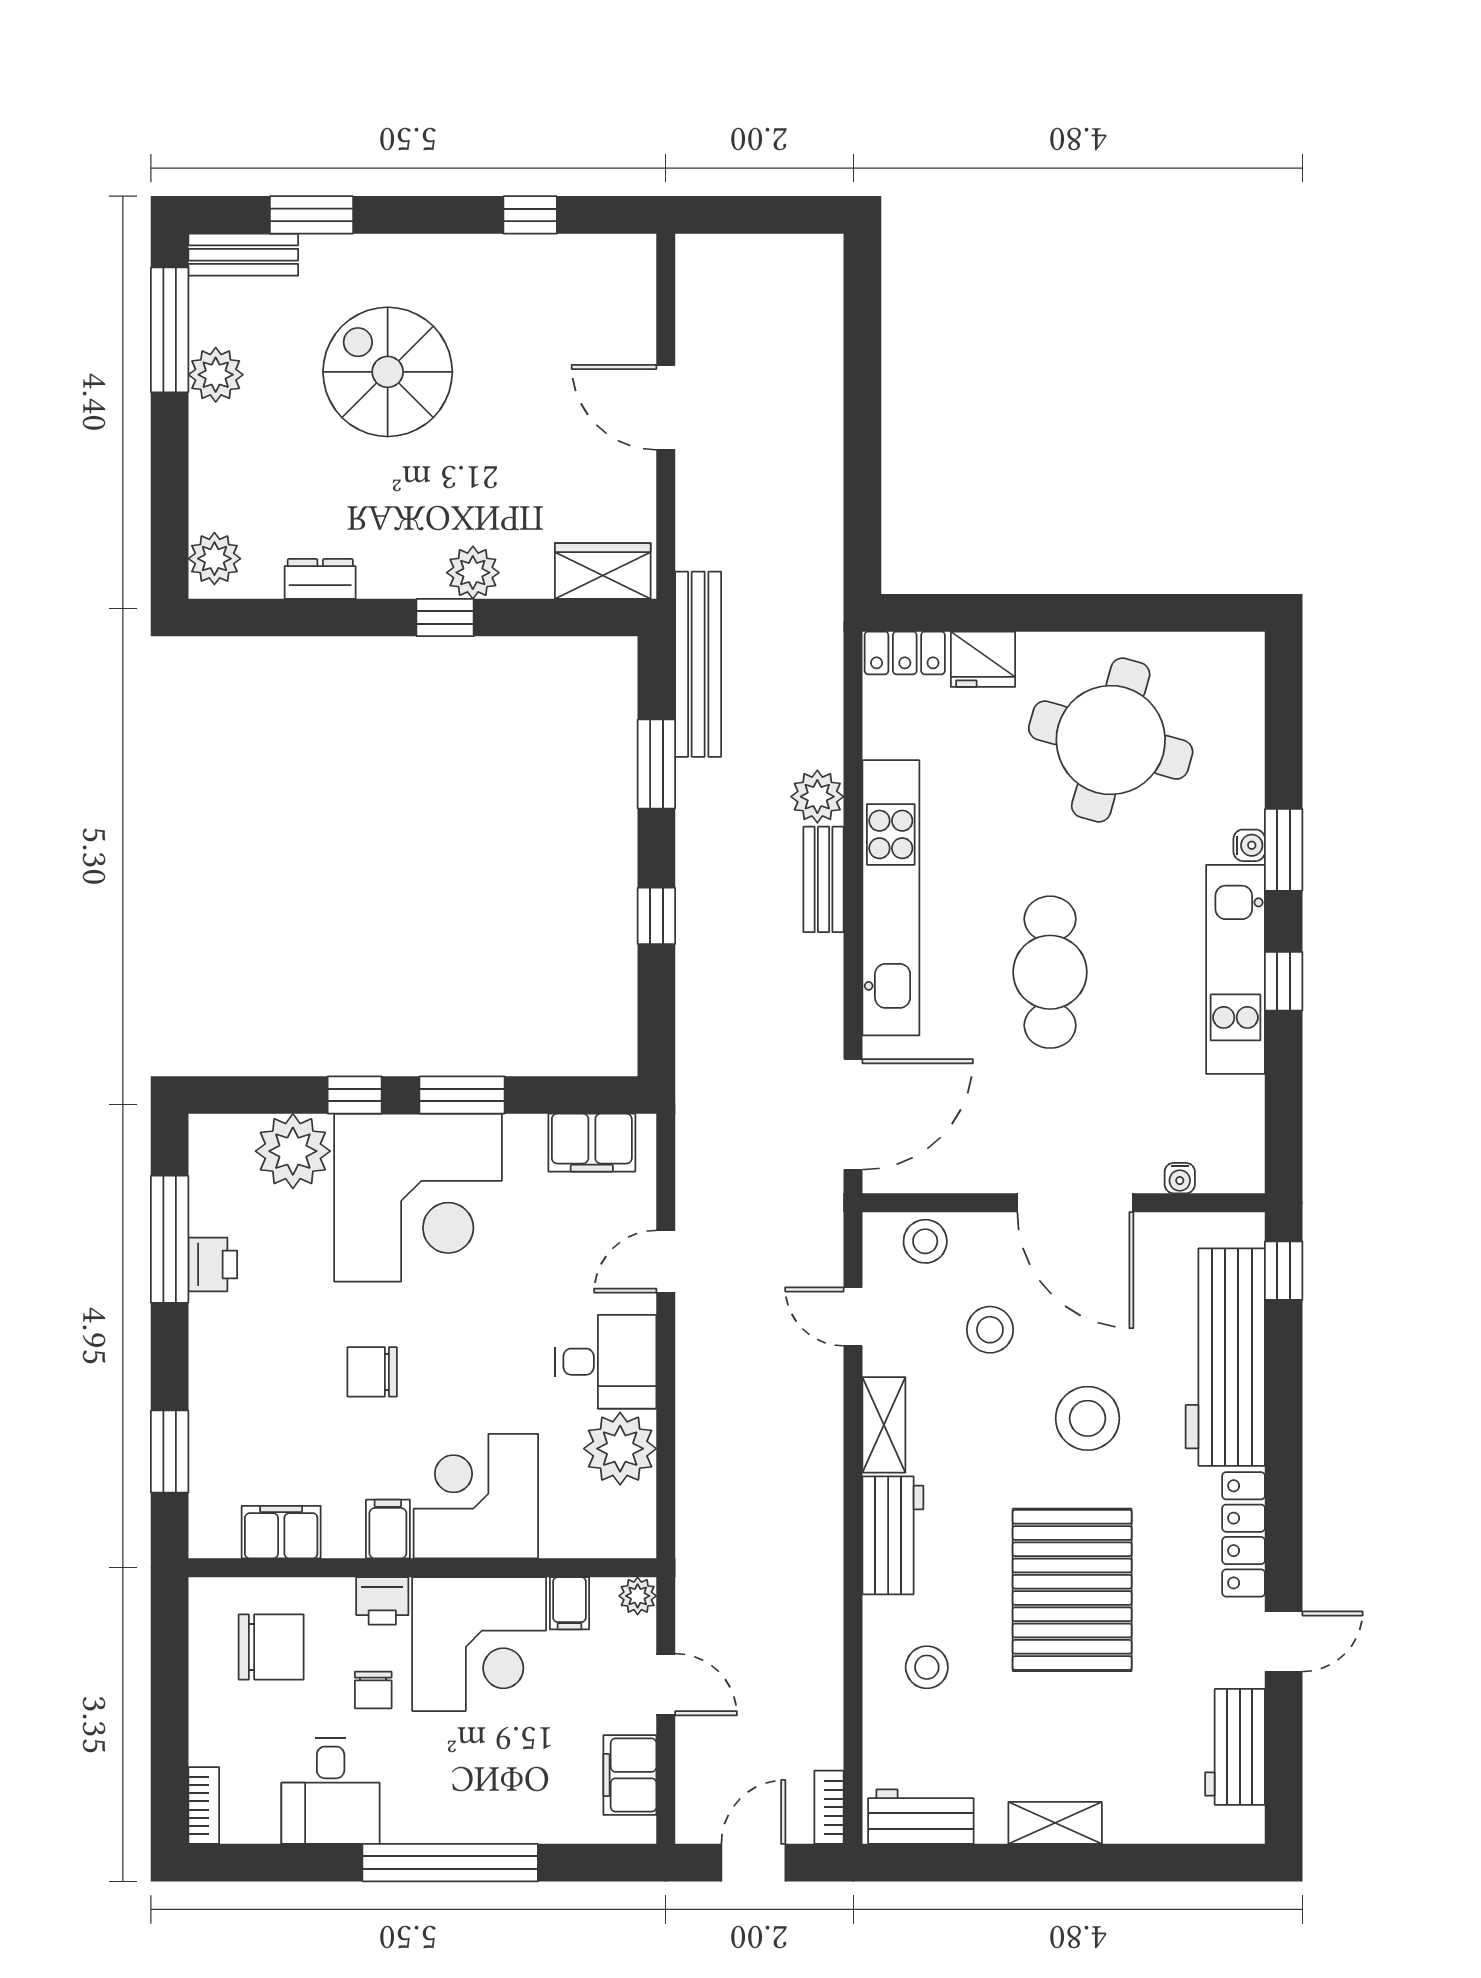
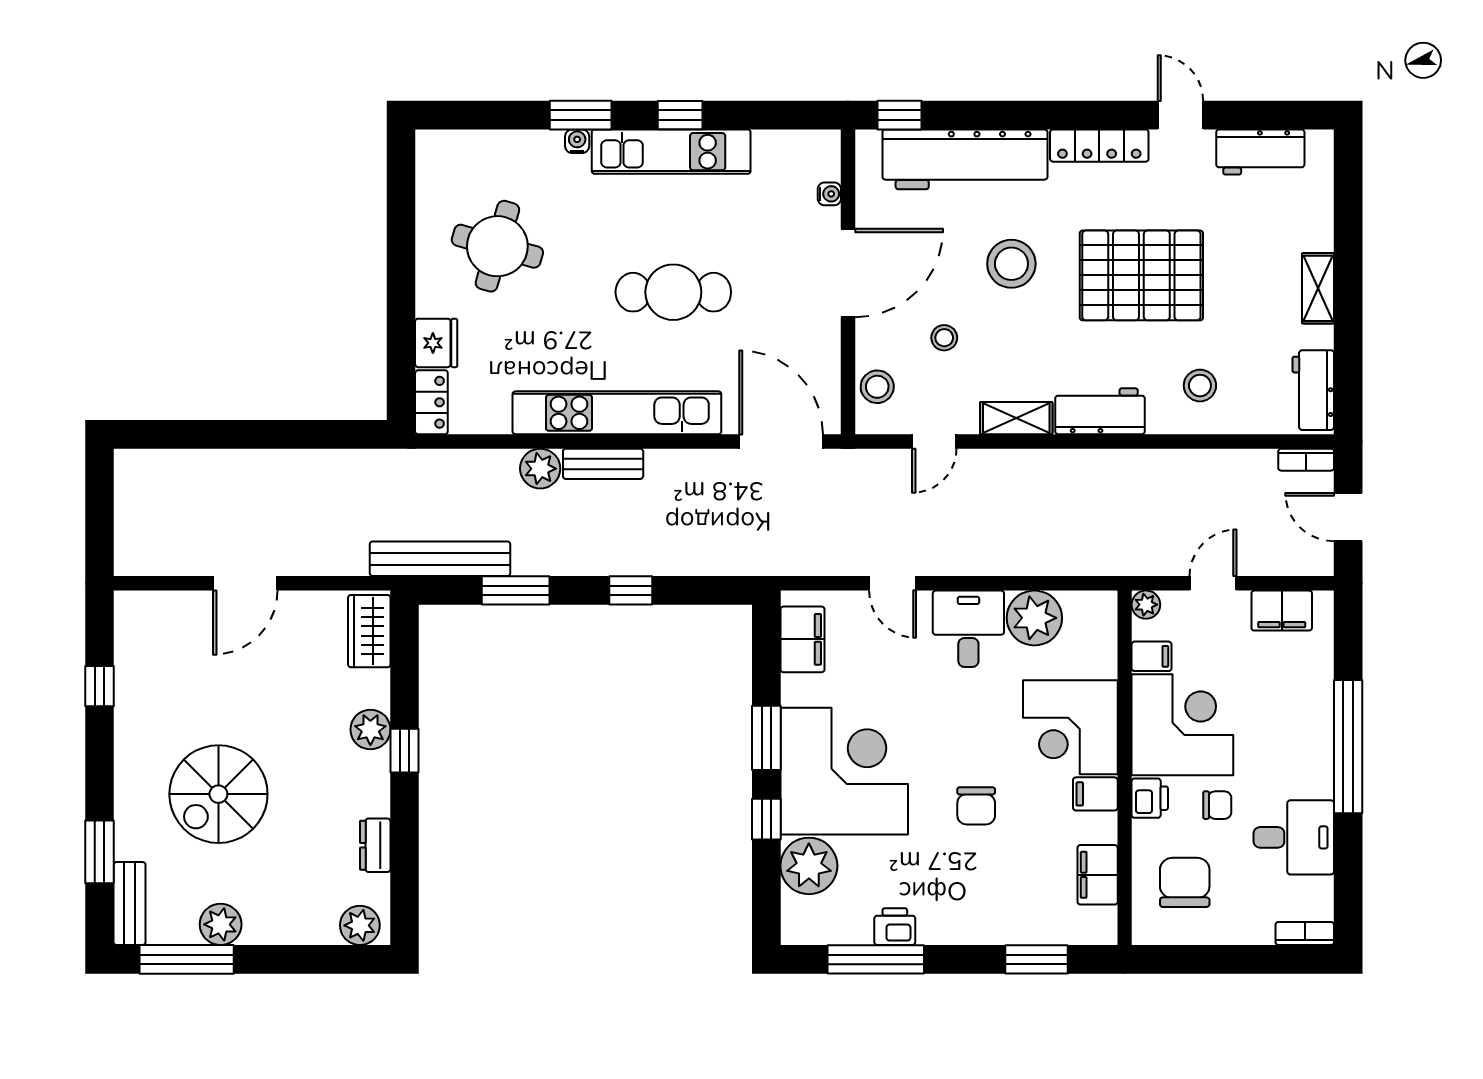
round table: (1111, 740) -> (497, 246), width x0.73, depth x0.73
stool: (990, 1330) -> (944, 338), width x0.73, depth x0.73

